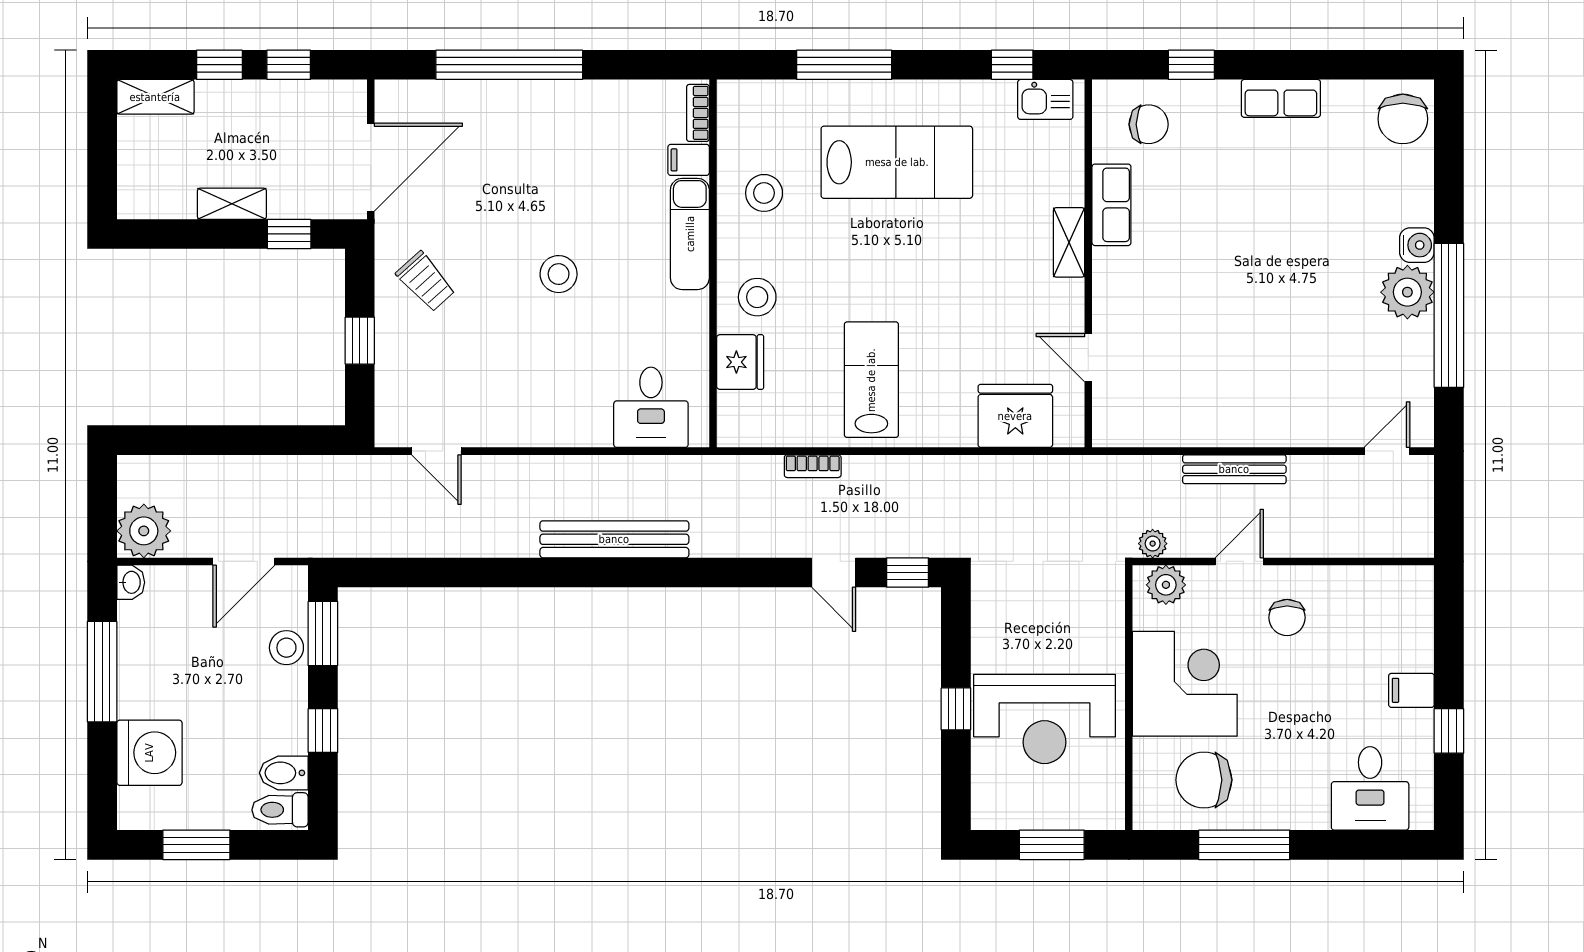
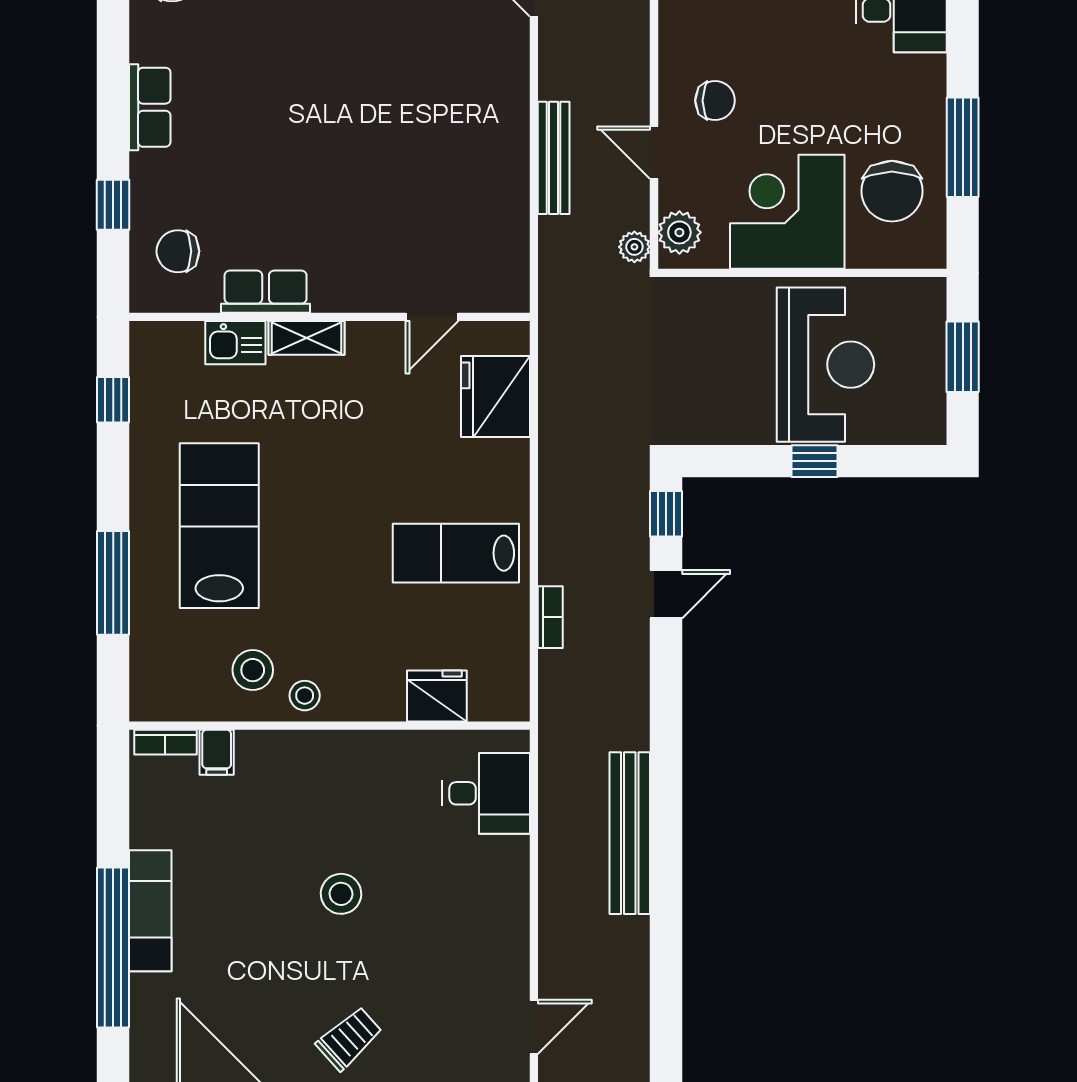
kitchen sink: (1045, 99) -> (235, 343), moved, turned 90
chair: (1149, 124) -> (178, 251), turned -90
exam couch: (690, 234) -> (150, 911), moved, turned -90
stool: (757, 297) -> (305, 696), moved, width x0.73, depth x0.73

